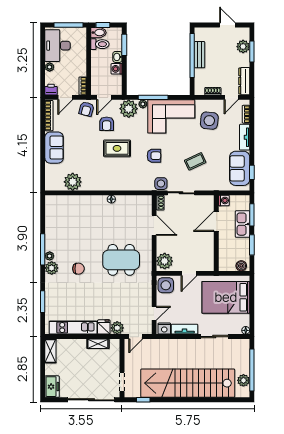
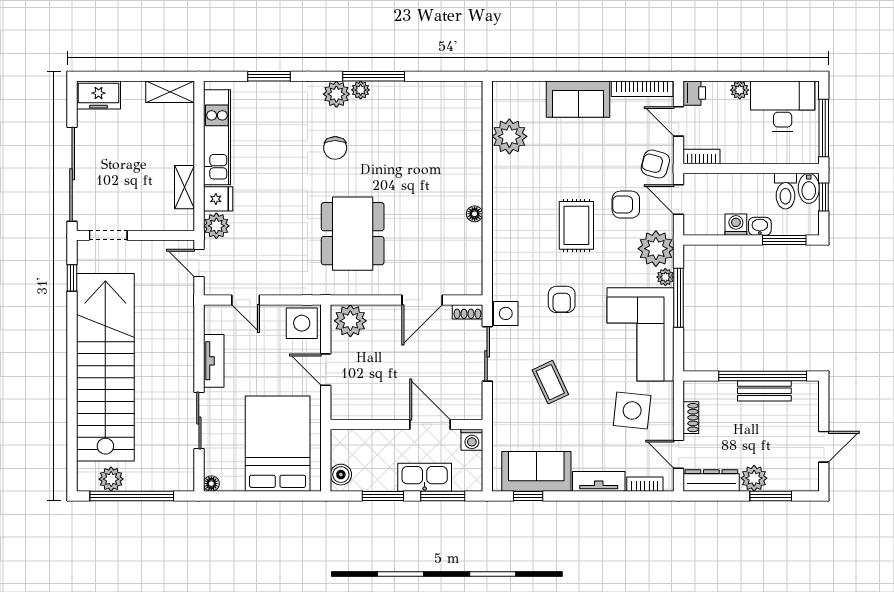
plant: (243, 47) -> (754, 478), moved
nightstand: (164, 329) -> (215, 320), removed

